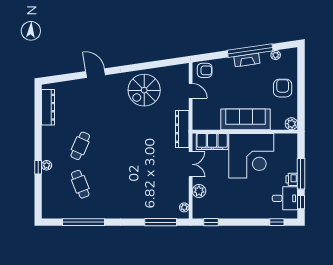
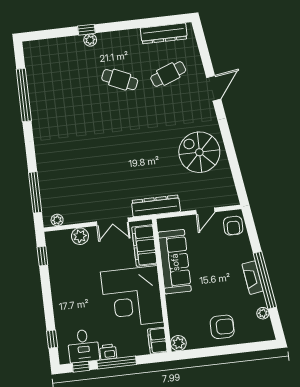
sofa: (246, 119) -> (175, 262), moved
filing cabinet: (288, 140) -> (157, 341), added
cafe table: (80, 184) -> (168, 74), moved

